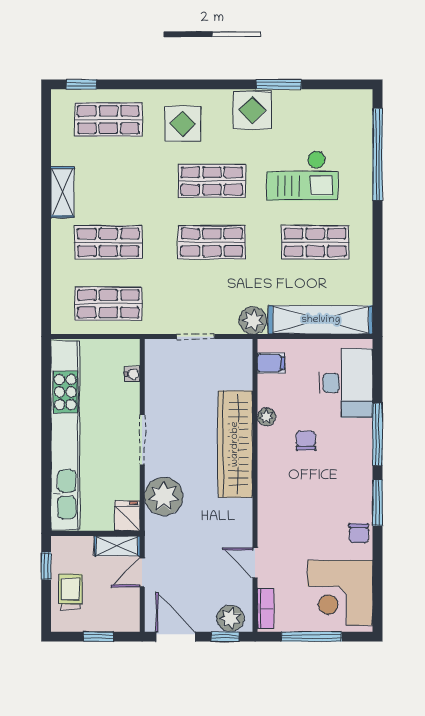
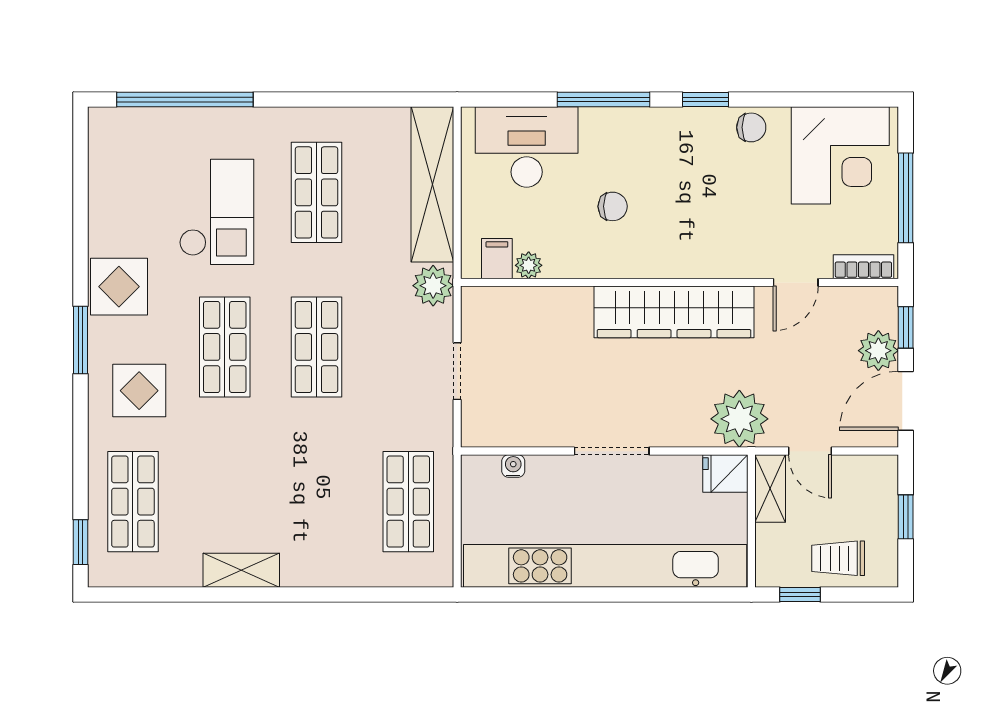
window: (279, 84) -> (80, 340), moved
shop shelf: (108, 242) -> (316, 502), removed
plant: (267, 417) -> (529, 265), moved
chair: (306, 441) -> (613, 206), turned 180
wardrobe: (235, 444) -> (674, 312), moved
plant: (164, 496) -> (739, 419), moved
window: (377, 503) -> (705, 99), width x0.67
plant: (230, 618) -> (878, 351), moved

